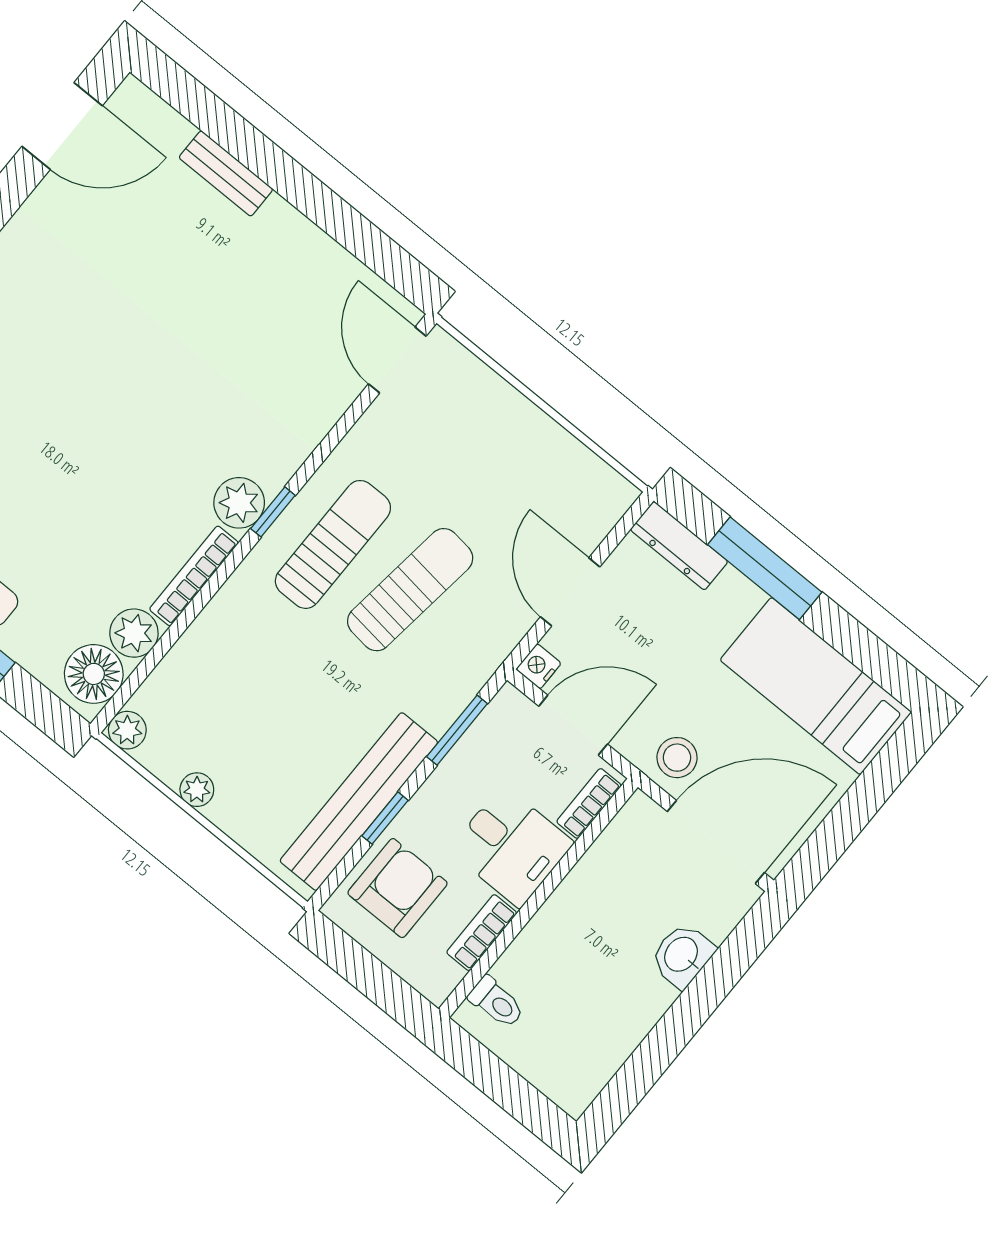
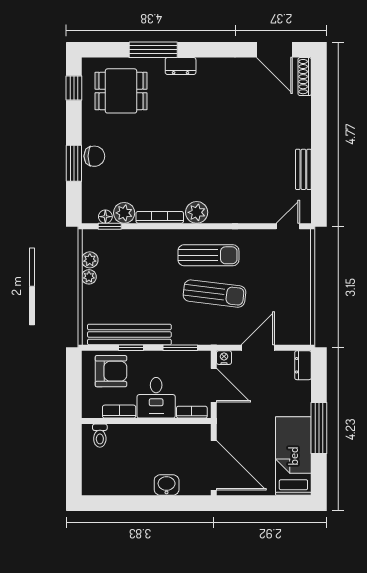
shoe rack: (154, 111) -> (305, 77), added
bench: (226, 173) -> (303, 169), moved
door: (397, 360) -> (288, 226), width x0.73
window: (273, 512) -> (110, 226), moved
dresser: (679, 546) -> (303, 365), width x0.70
window: (765, 568) -> (319, 428), moved
floor lamp: (94, 674) -> (105, 217), width x0.53, depth x0.53
plant: (127, 730) -> (90, 260), moved
stool: (677, 758) -> (231, 429), removed

